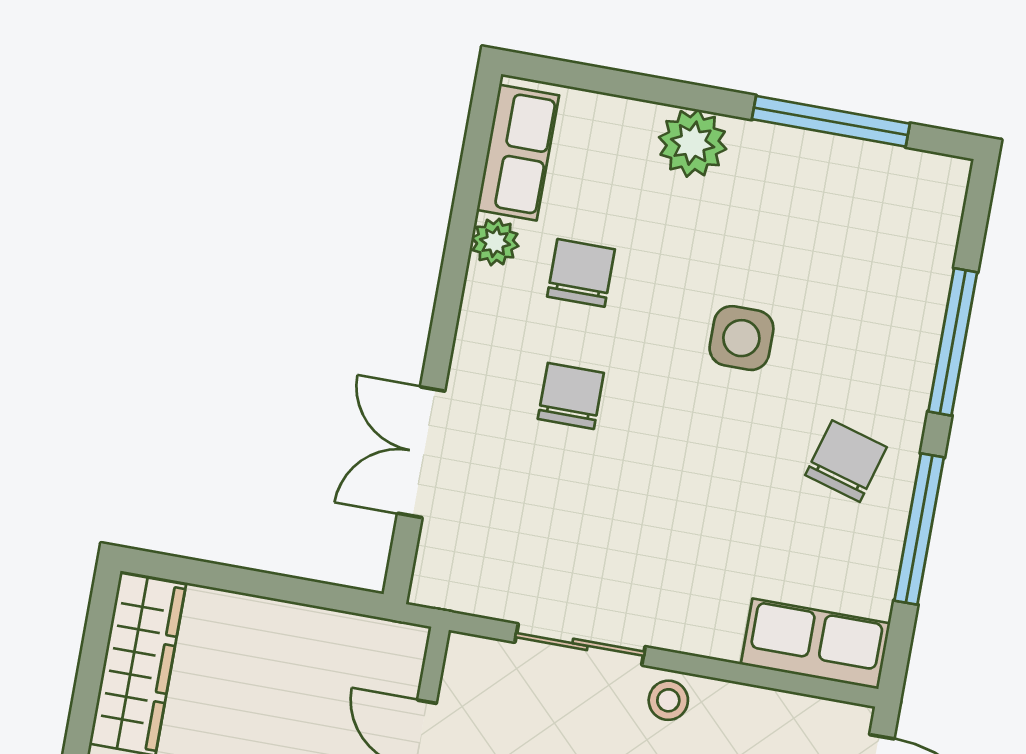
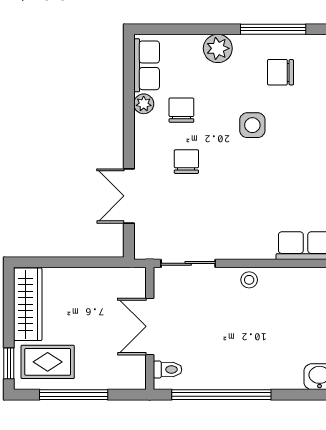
chair: (846, 461) -> (281, 72), moved, turned -106
sliding door: (580, 644) -> (188, 263), moved

